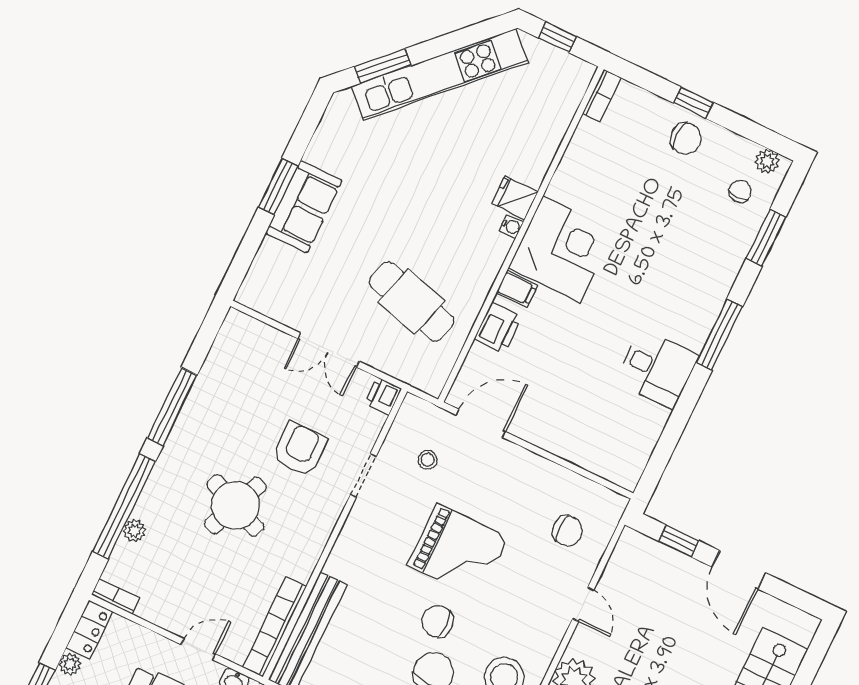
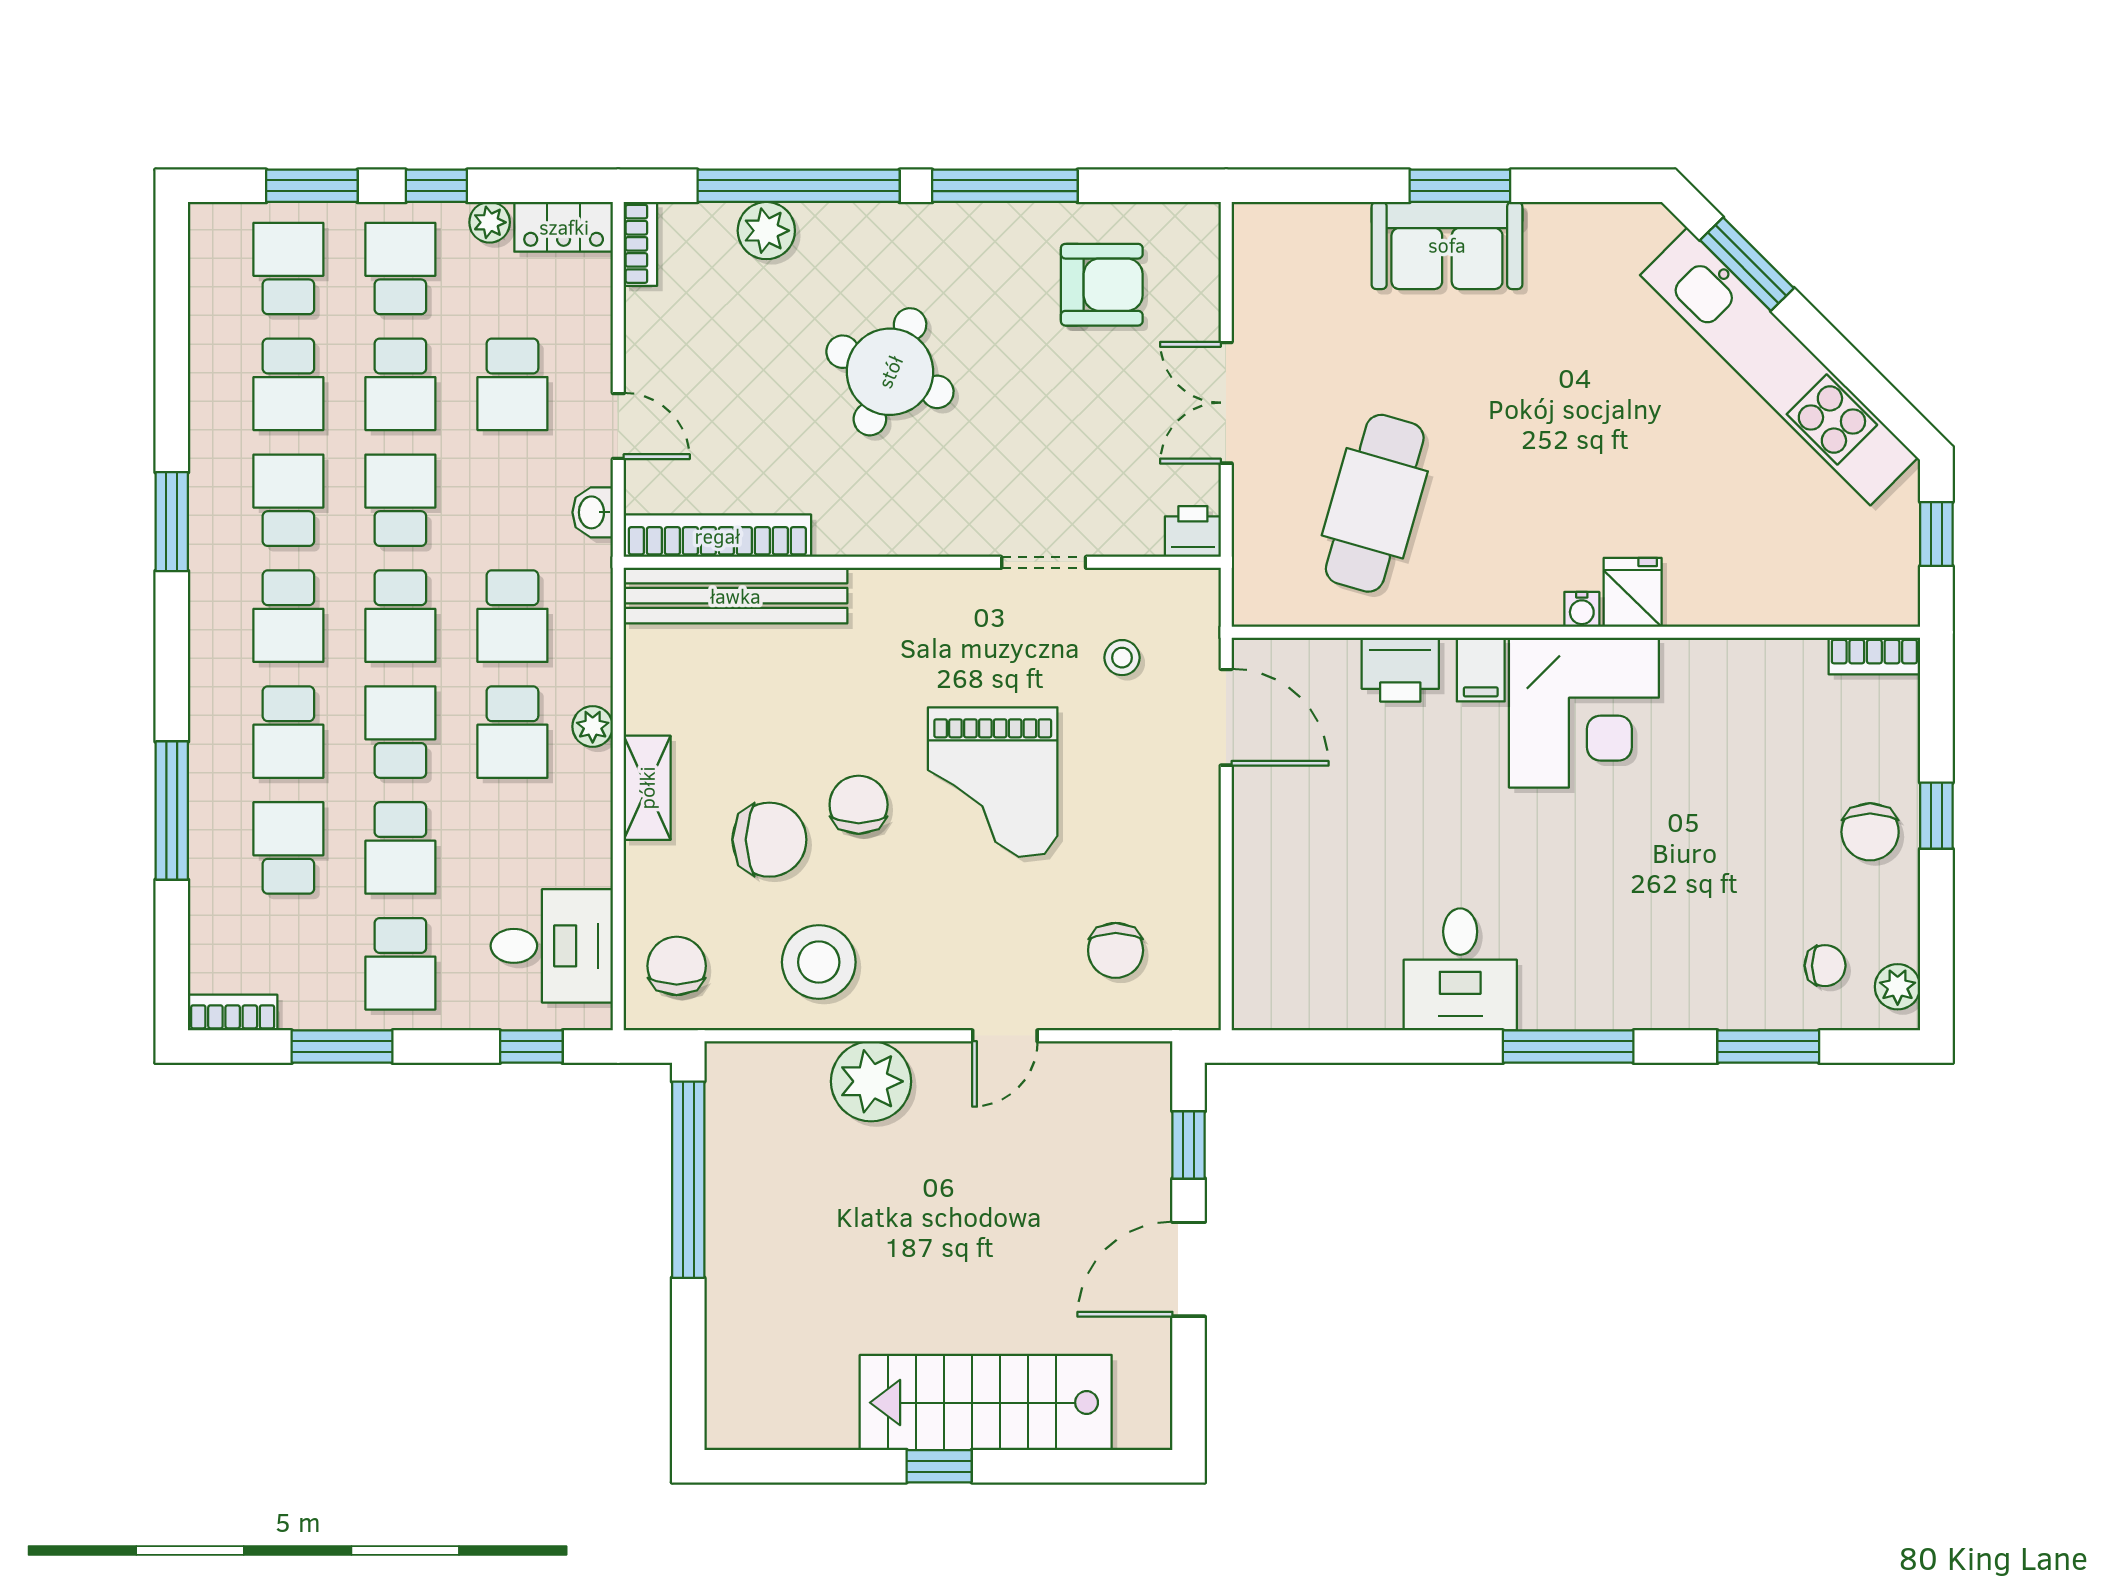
armchair: (300, 449) -> (1102, 285), moved
plant: (135, 530) -> (766, 231), width x1.38, depth x1.38

